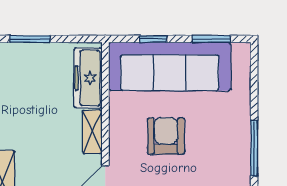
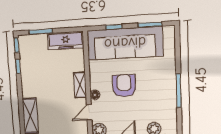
freezer: (88, 78) -> (66, 41), moved, turned -90
floor lamp: (117, 149) -> (95, 95), added

